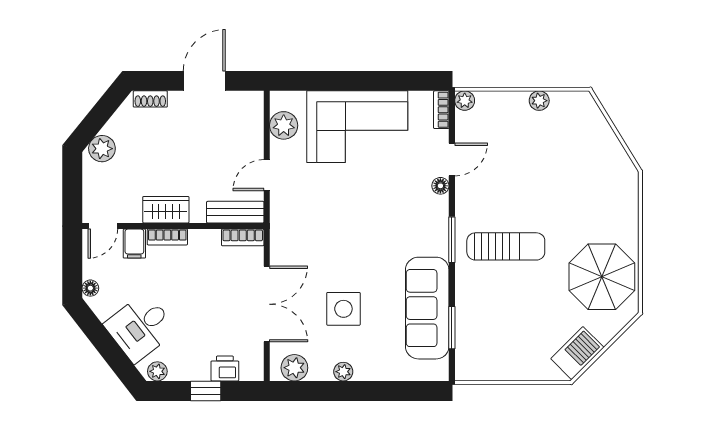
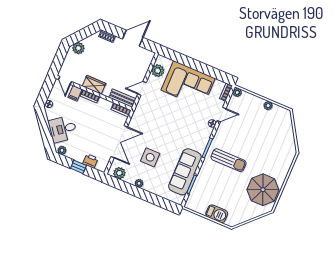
door: (103, 226) -> (65, 80), hinge flipped
barbecue: (577, 353) -> (217, 214), moved, turned 45

